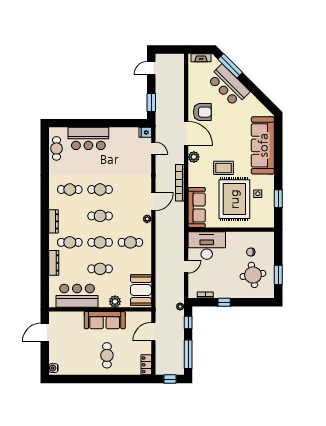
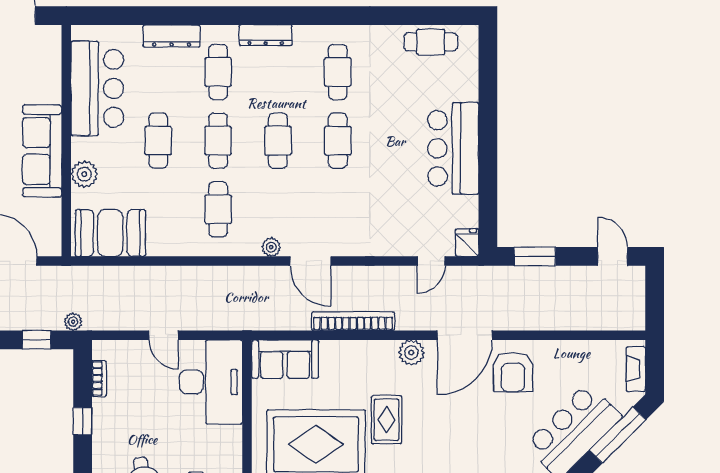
bar counter: (88, 138) -> (453, 148), moved
sofa: (197, 207) -> (285, 359), width x0.73

